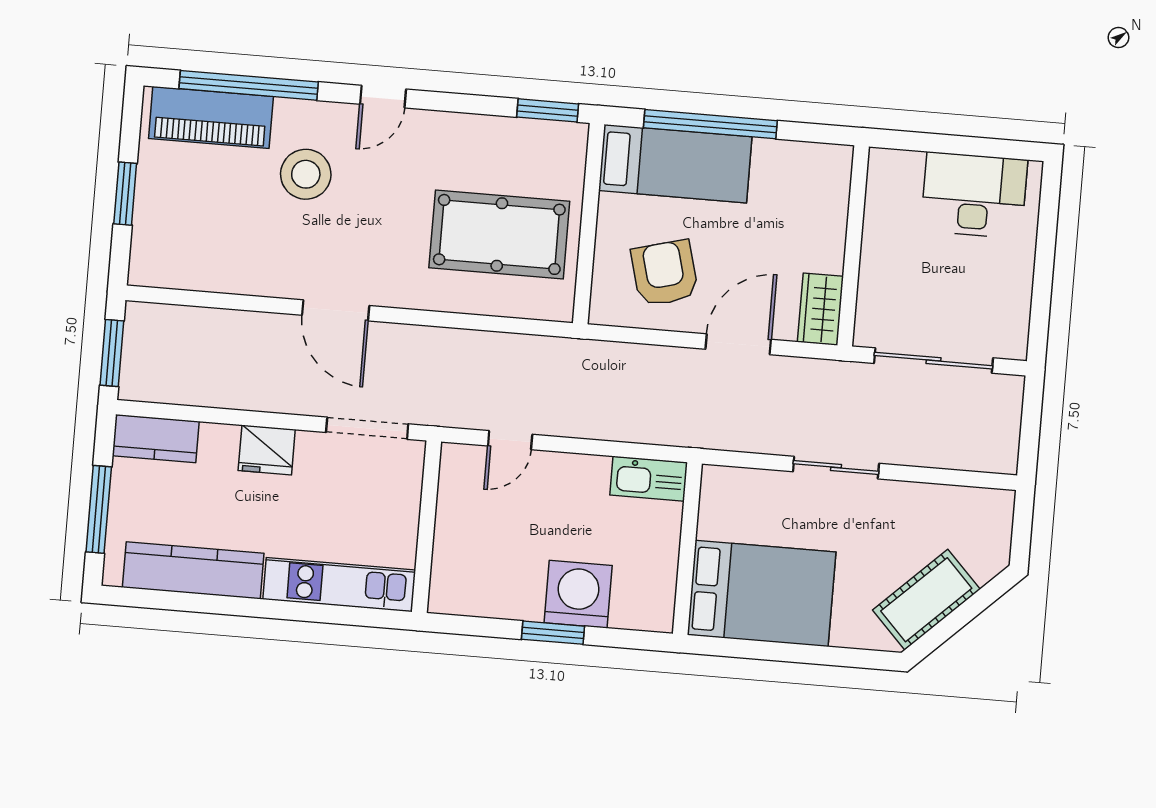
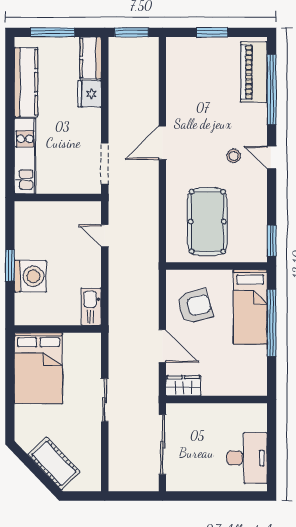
stool: (306, 174) -> (234, 156), moved, width x0.53, depth x0.53
fridge: (267, 450) -> (89, 94), moved
cot: (926, 600) -> (54, 463), moved

